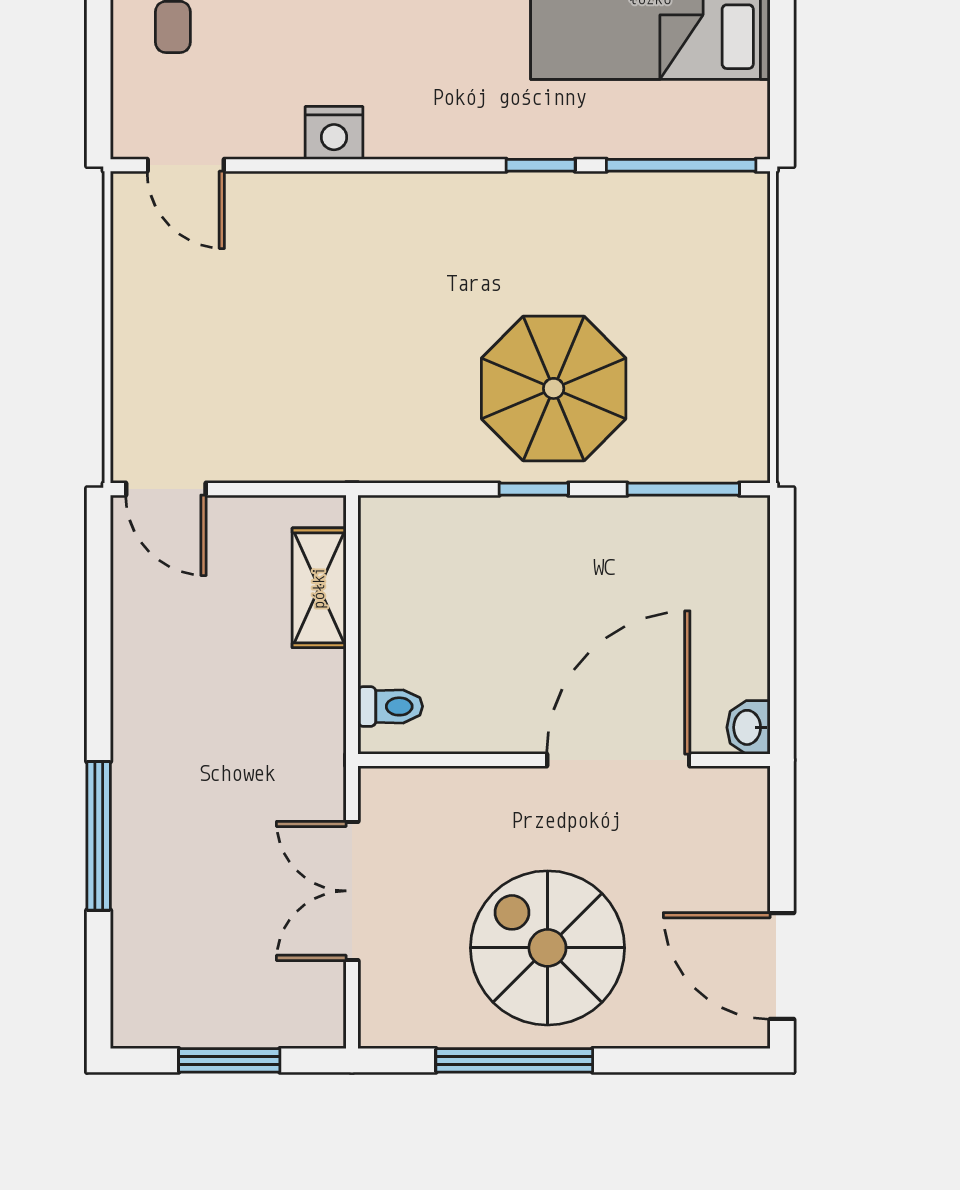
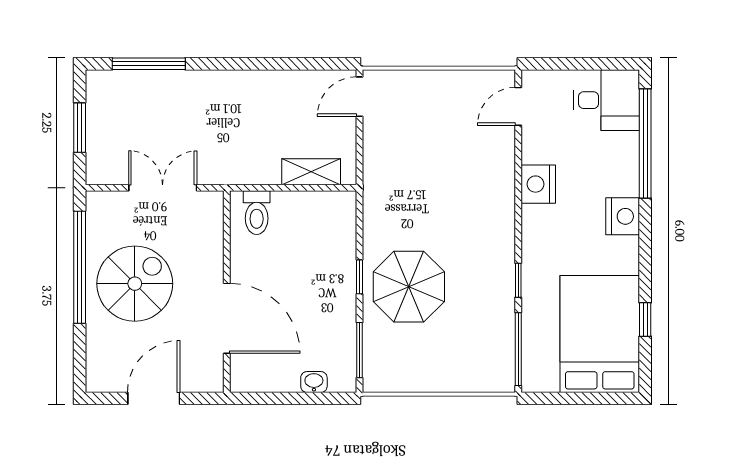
nightstand: (334, 133) -> (538, 184), width x1.36, depth x1.33
toilet: (390, 706) -> (257, 213), width x1.37, depth x1.39
washbasin: (748, 727) -> (314, 382), moved
window: (99, 836) -> (149, 64), moved
door: (782, 966) -> (154, 398), moved
window: (514, 1060) -> (80, 267), width x1.46

